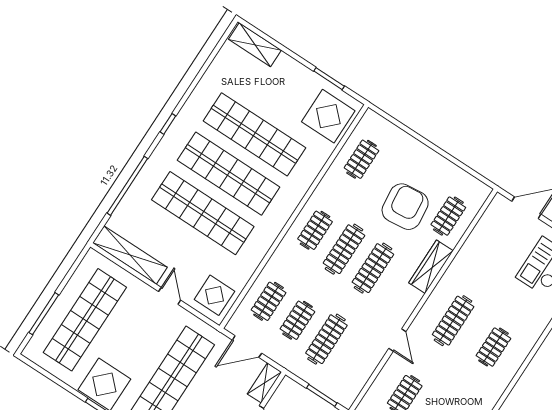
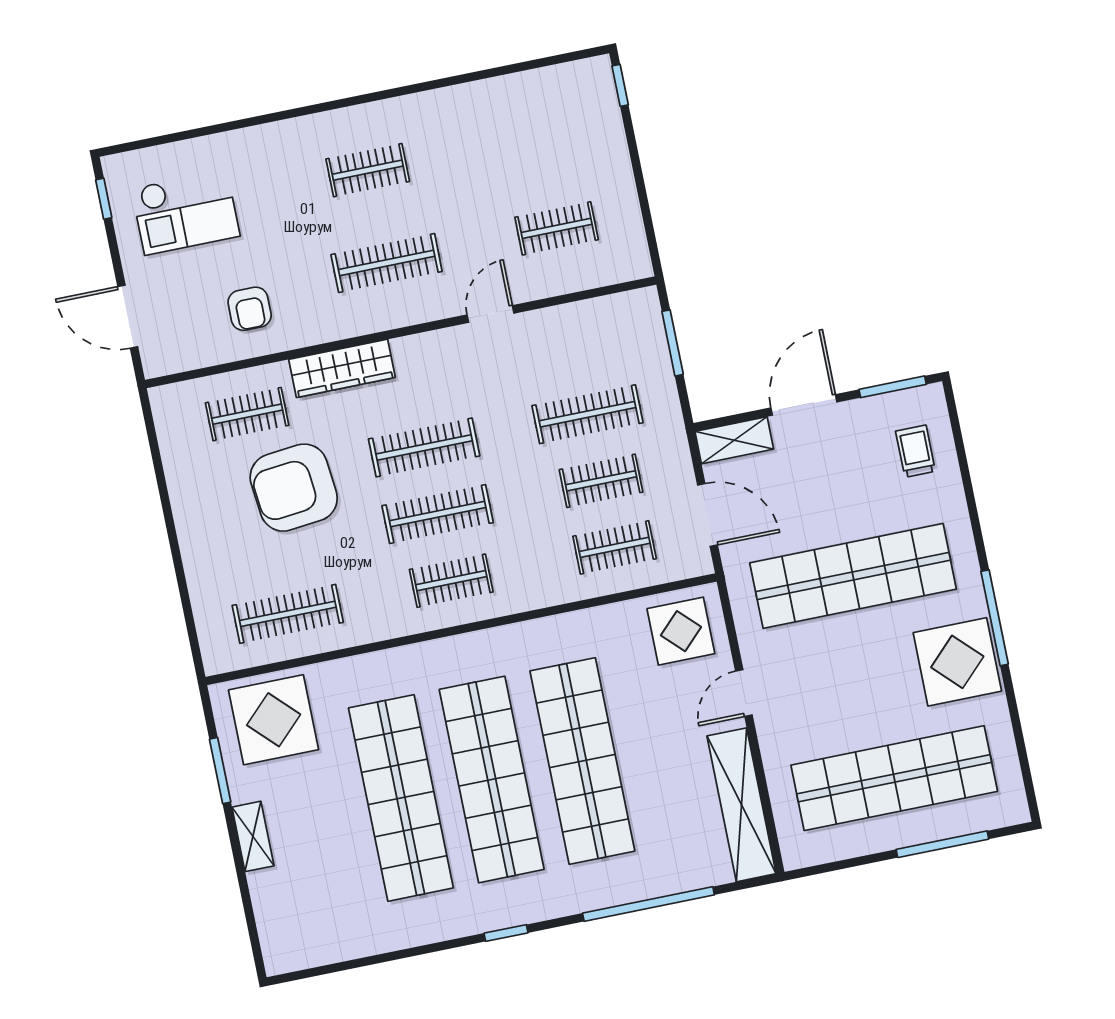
shelving: (255, 45) -> (253, 836), moved, width x0.67, depth x0.75
clothes rail: (361, 159) -> (288, 614), width x1.36
armchair: (486, 255) -> (250, 309), added

